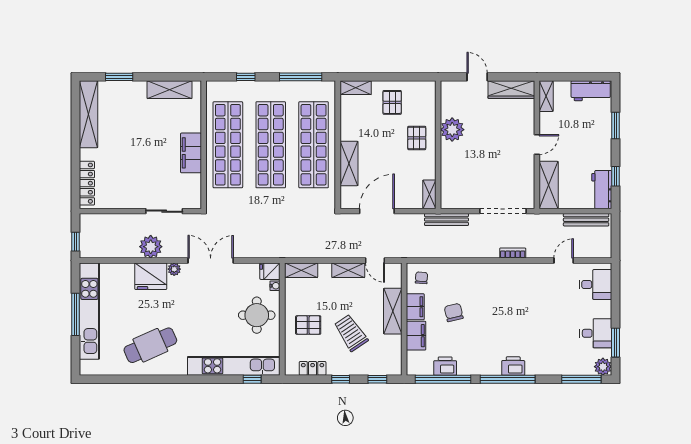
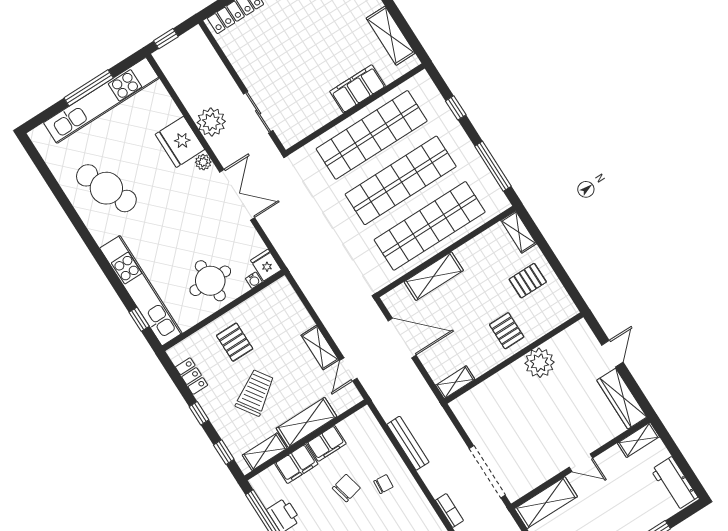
pallet: (417, 138) -> (507, 331), turned 90
filing cabinet: (191, 153) -> (358, 89), moved
bench: (446, 220) -> (408, 443), moved
shelving: (301, 270) -> (265, 452), moved, turned 90
chair: (421, 278) -> (383, 484), moved

